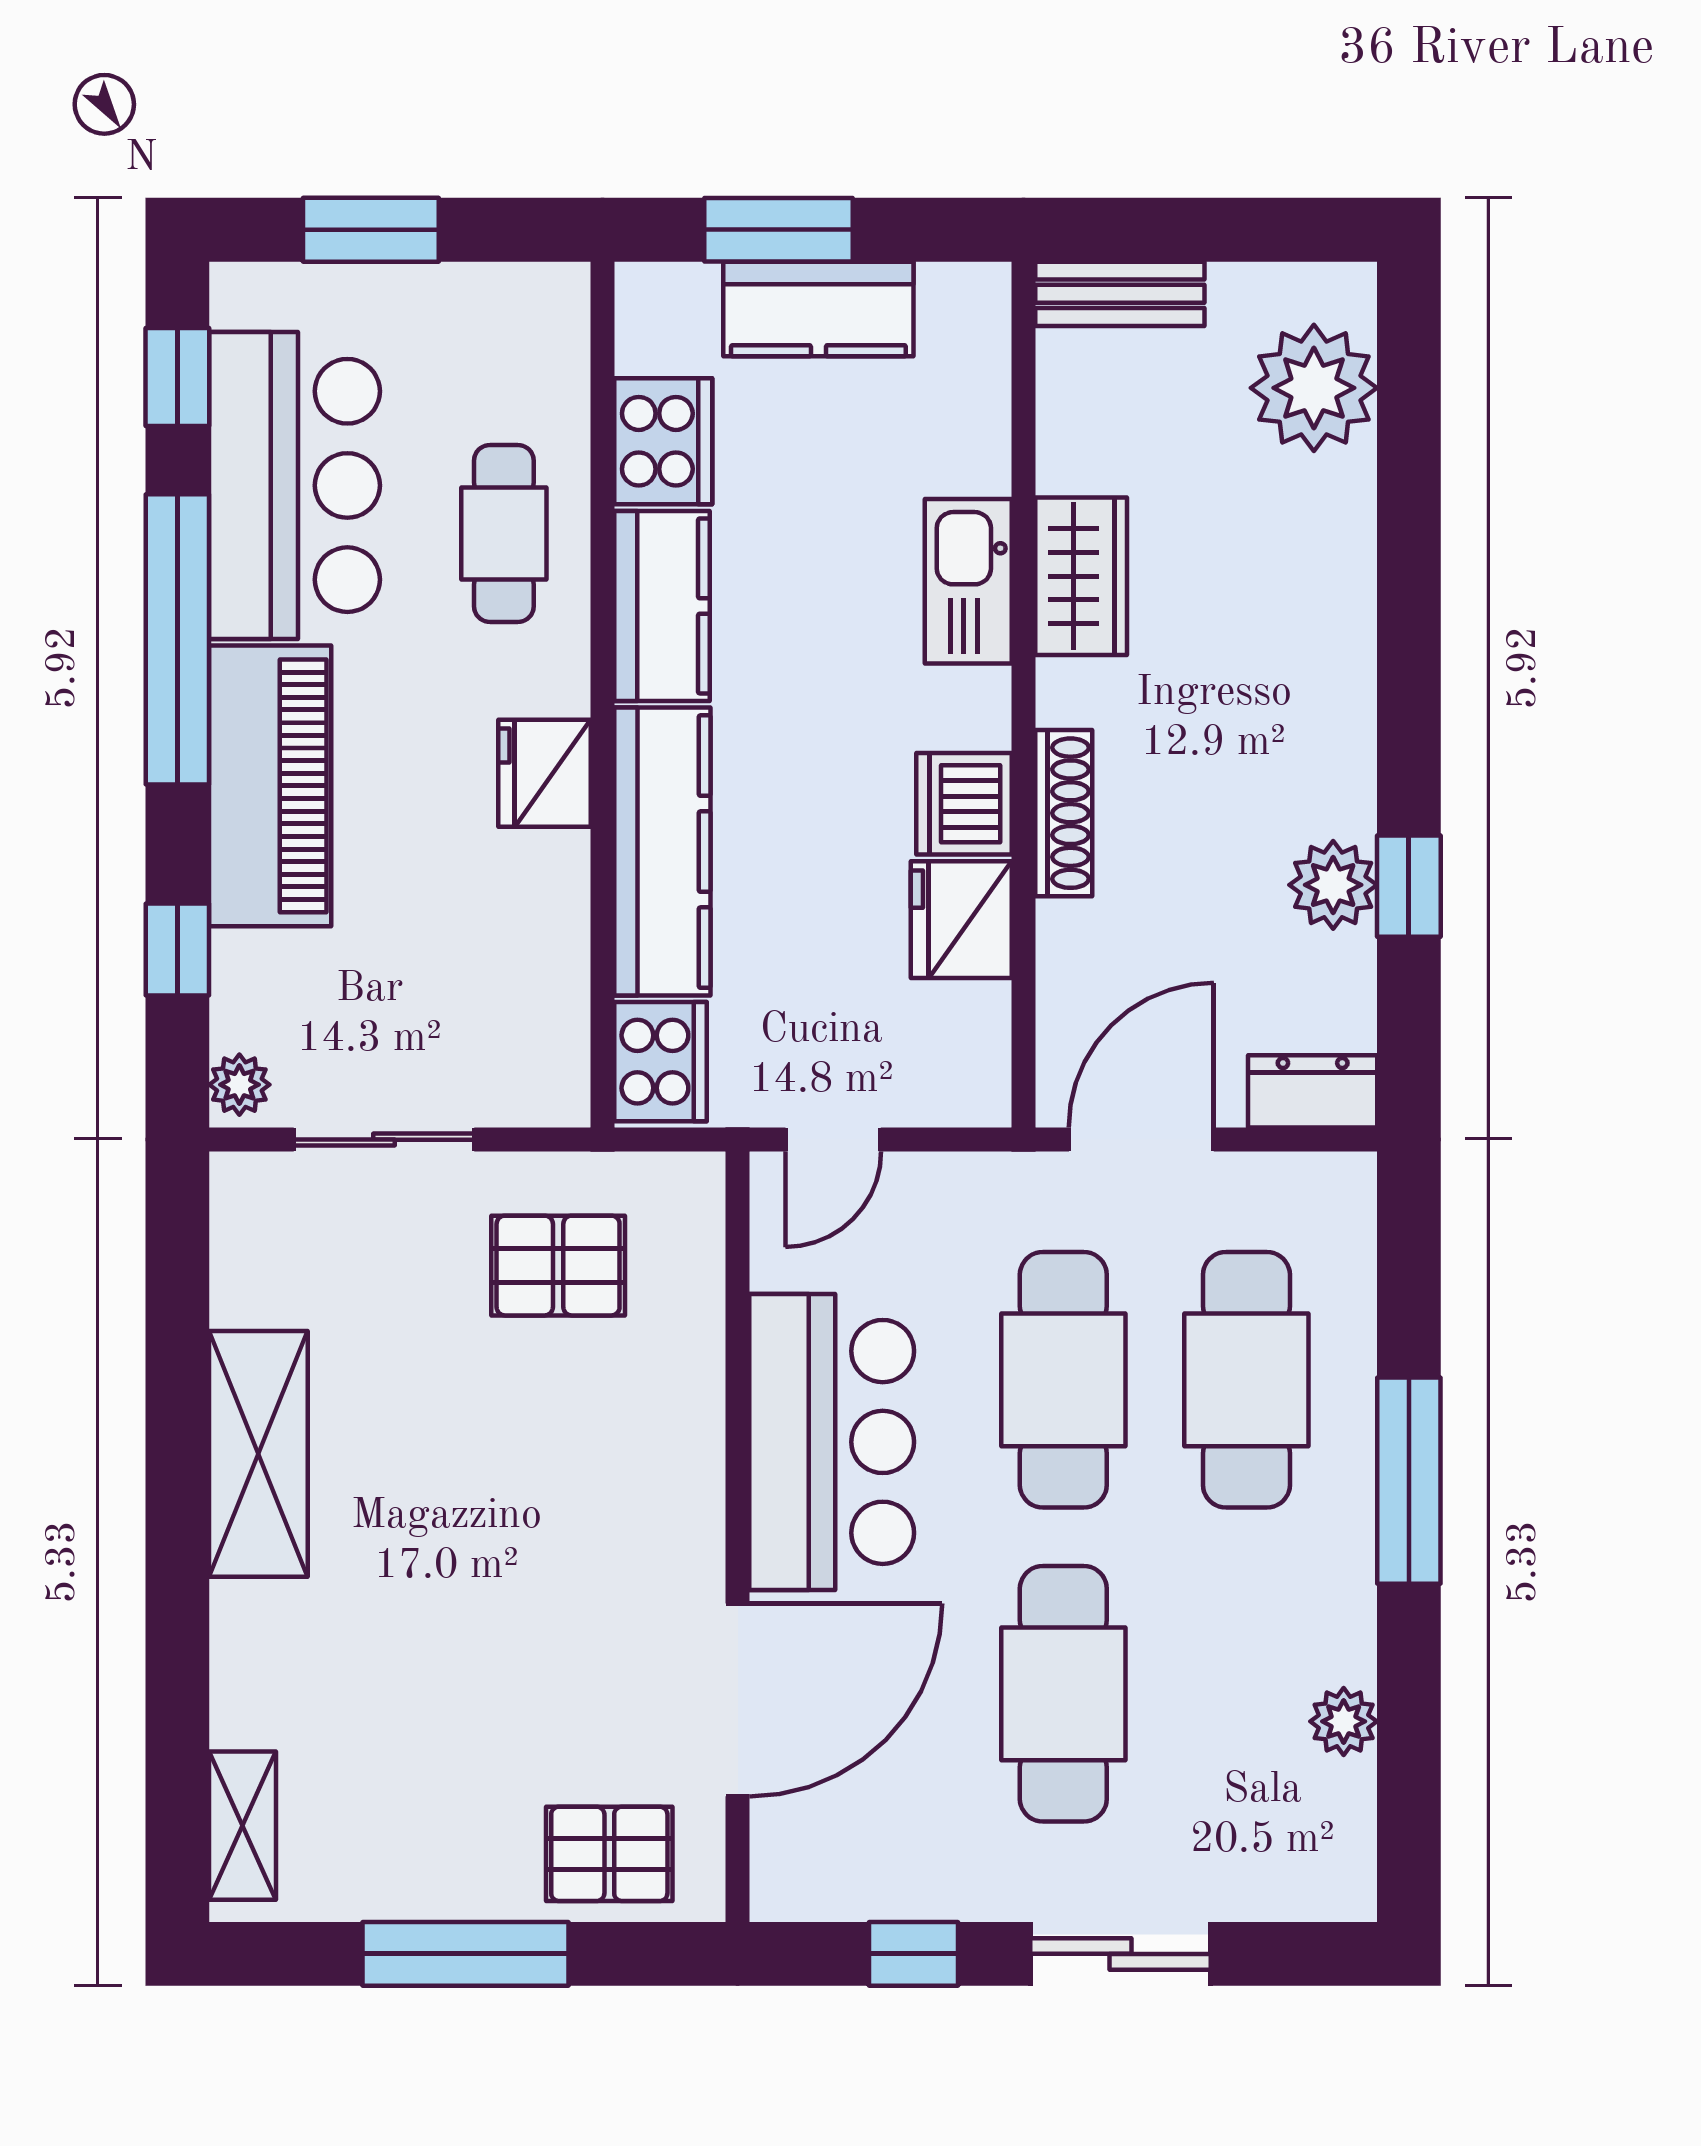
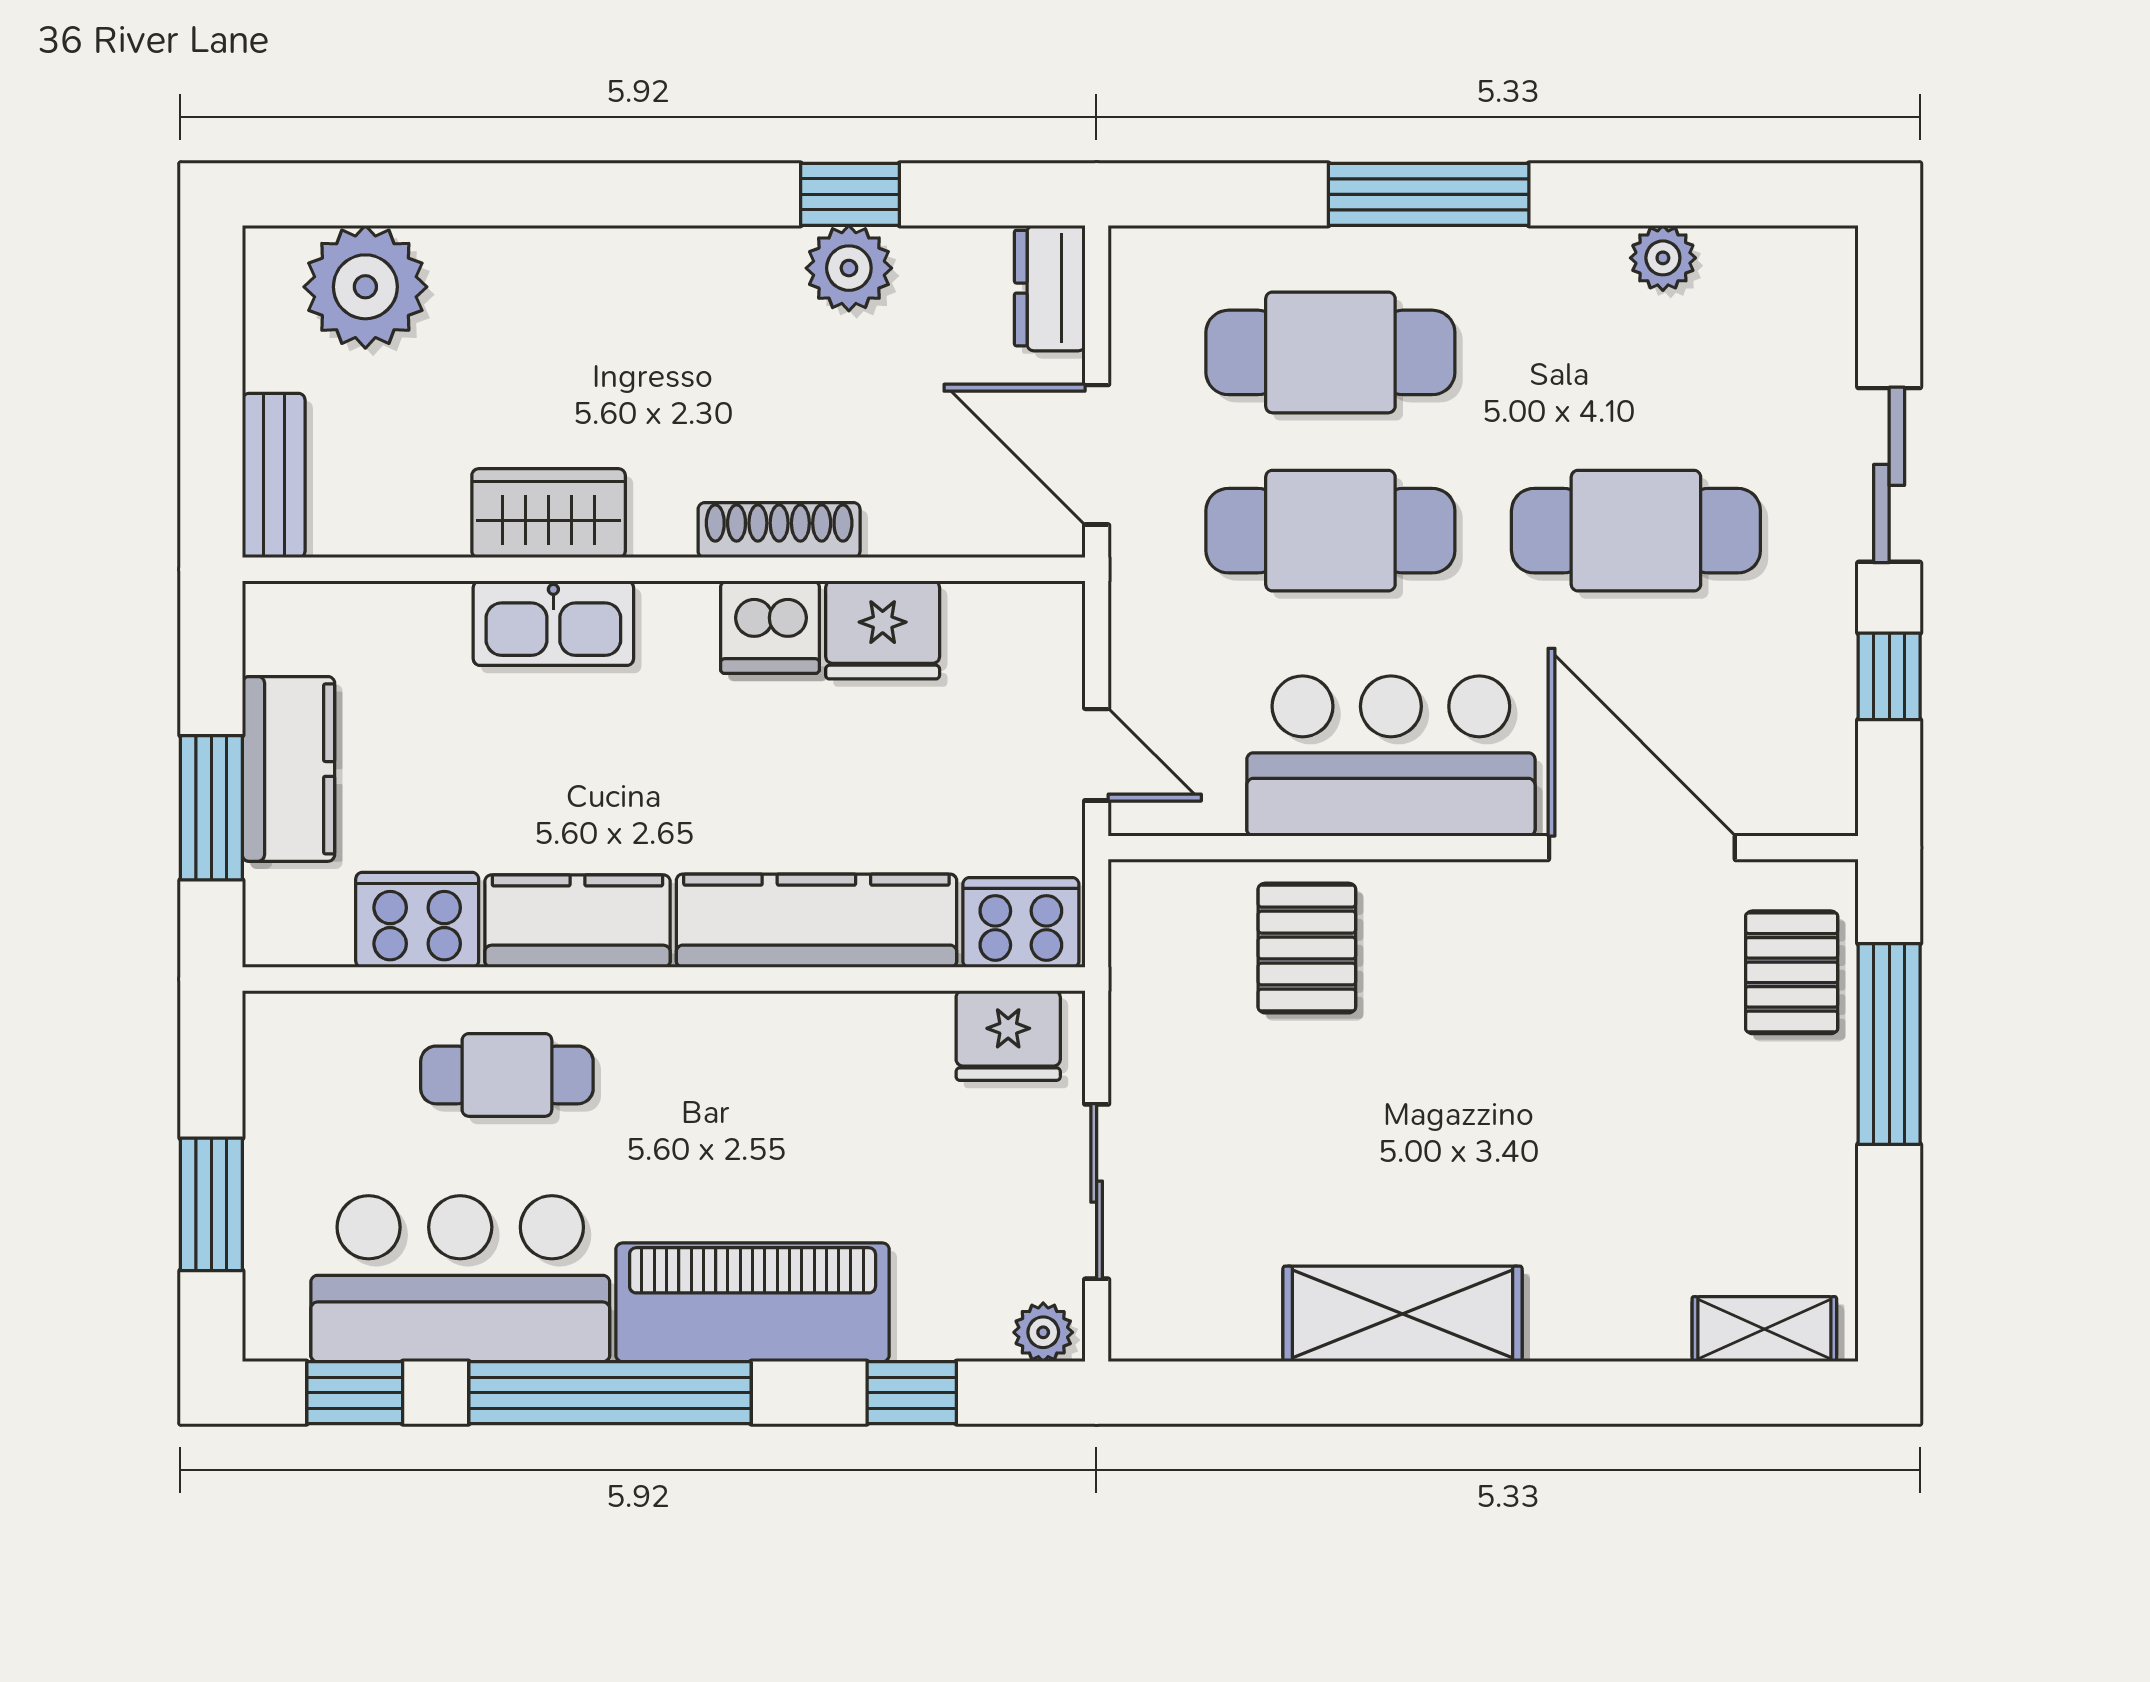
fridge: (544, 773) -> (1008, 1036), moved
pallet: (558, 1266) -> (1307, 948), moved
window: (465, 1954) -> (1889, 1044), moved

